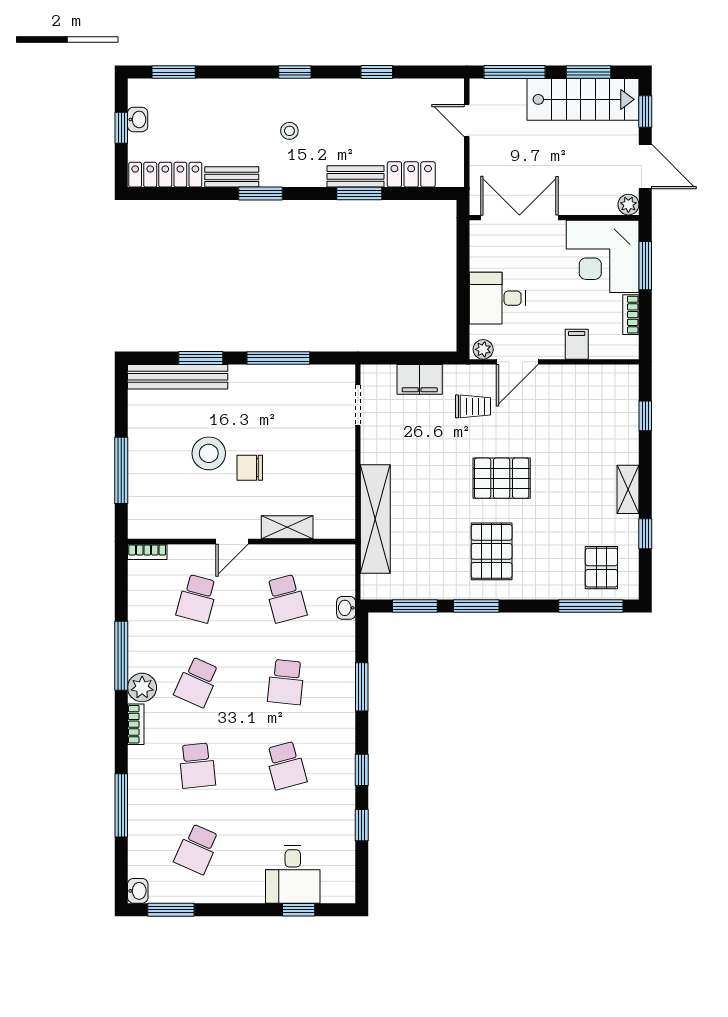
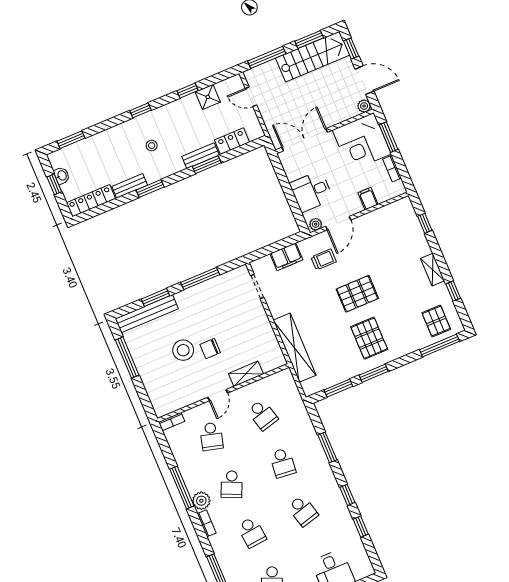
shower: (403, 94) -> (208, 97), added
window: (121, 470) -> (127, 358), moved
washbasin: (346, 608) -> (299, 406), removed

